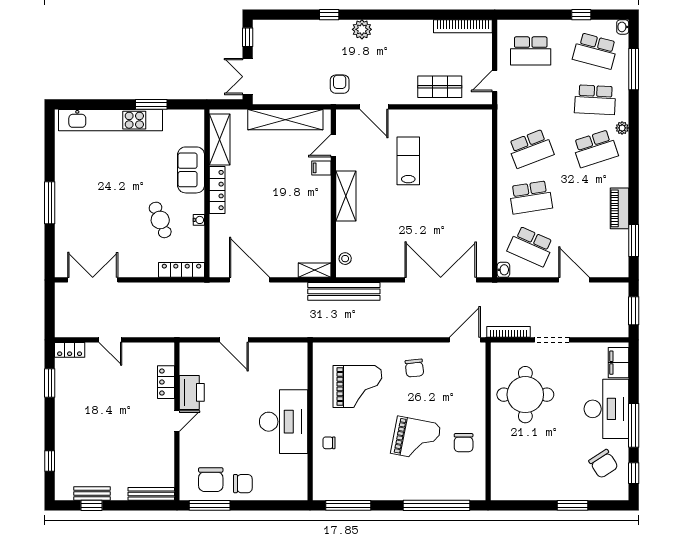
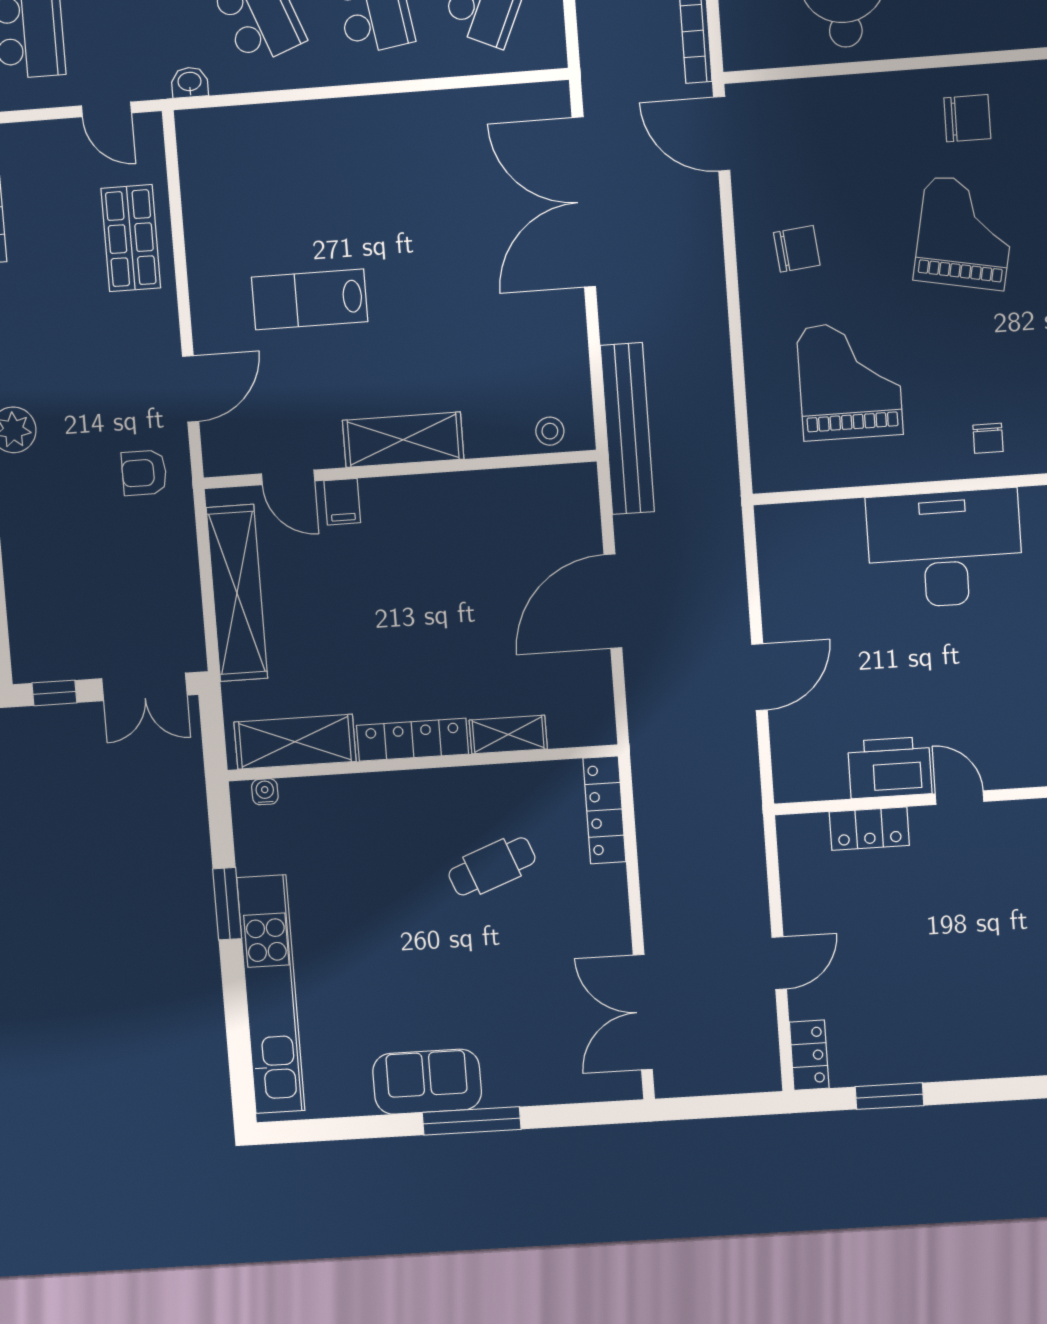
sofa: (191, 170) -> (427, 1082), moved, turned 180
water cooler: (199, 220) -> (265, 792), moved
shelving: (315, 270) -> (508, 735), moved, turned 90
washbasin: (503, 270) -> (190, 82), moved
door: (250, 280) -> (613, 601), moved

